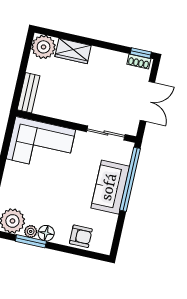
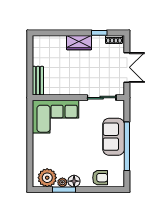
plant: (44, 47) -> (41, 45), removed
wardrobe: (73, 51) -> (79, 43), moved
window: (141, 53) -> (99, 33), moved
window: (130, 179) -> (127, 146), moved

